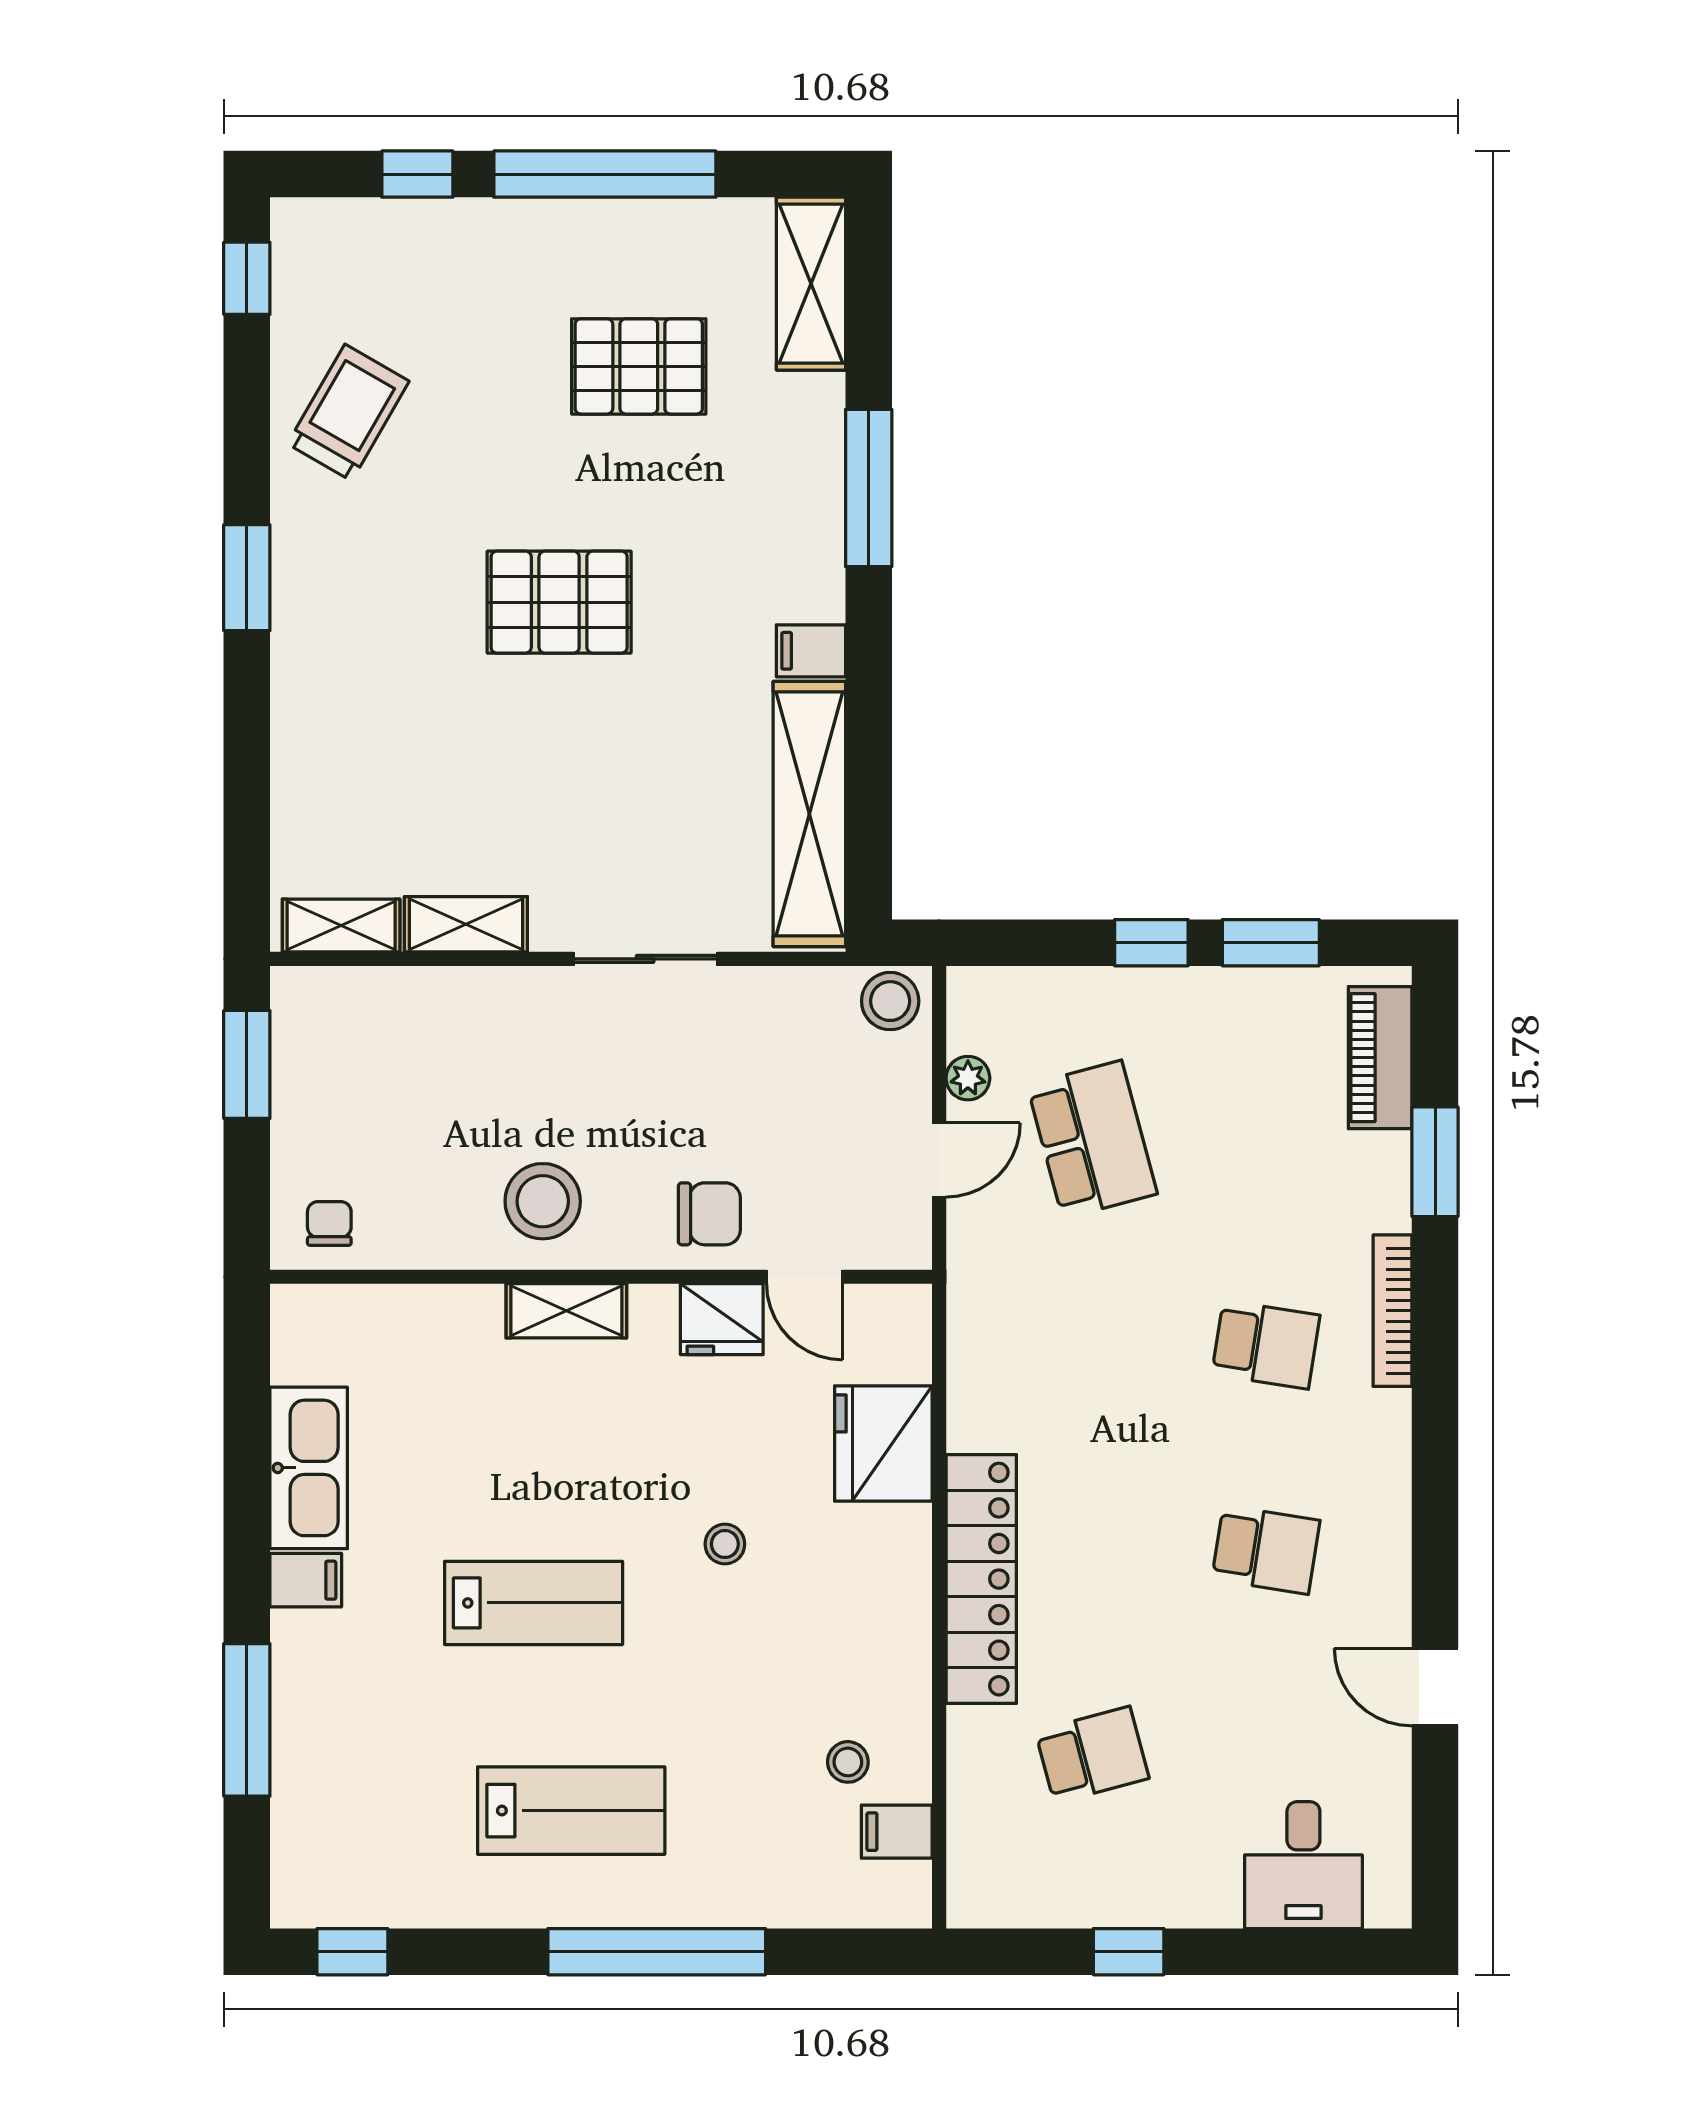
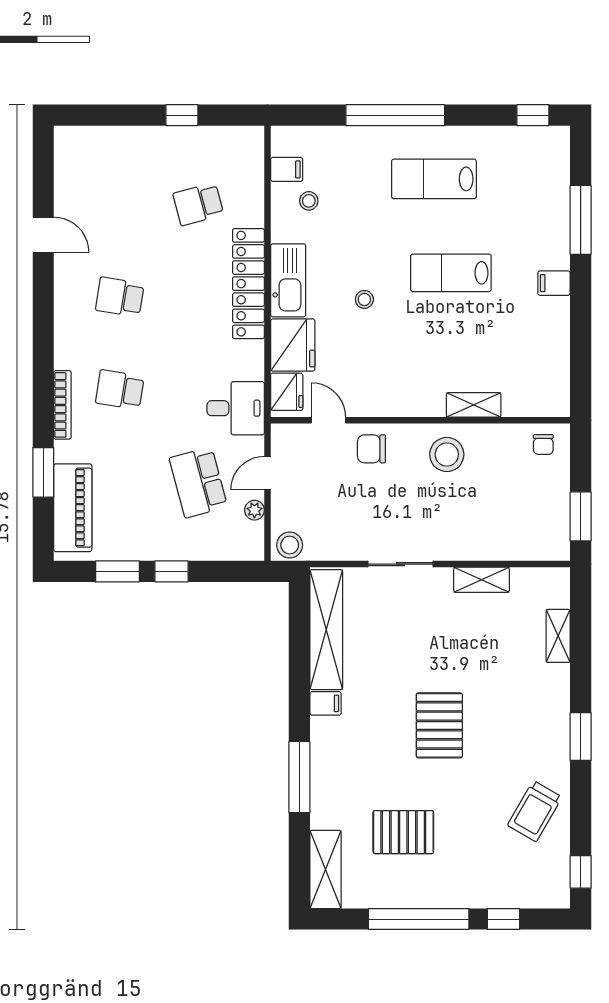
pallet: (559, 602) -> (439, 725), turned 90
shelving: (341, 925) -> (558, 636), moved, turned 90
piano: (1380, 1058) -> (73, 508), width x1.37, depth x1.33
shelving: (566, 1311) -> (474, 405), moved
fridge: (722, 1319) -> (287, 392), moved, turned 90
kitchen sink: (309, 1468) -> (288, 280), moved, turned 180
desk: (1303, 1865) -> (236, 408), moved, turned 90

